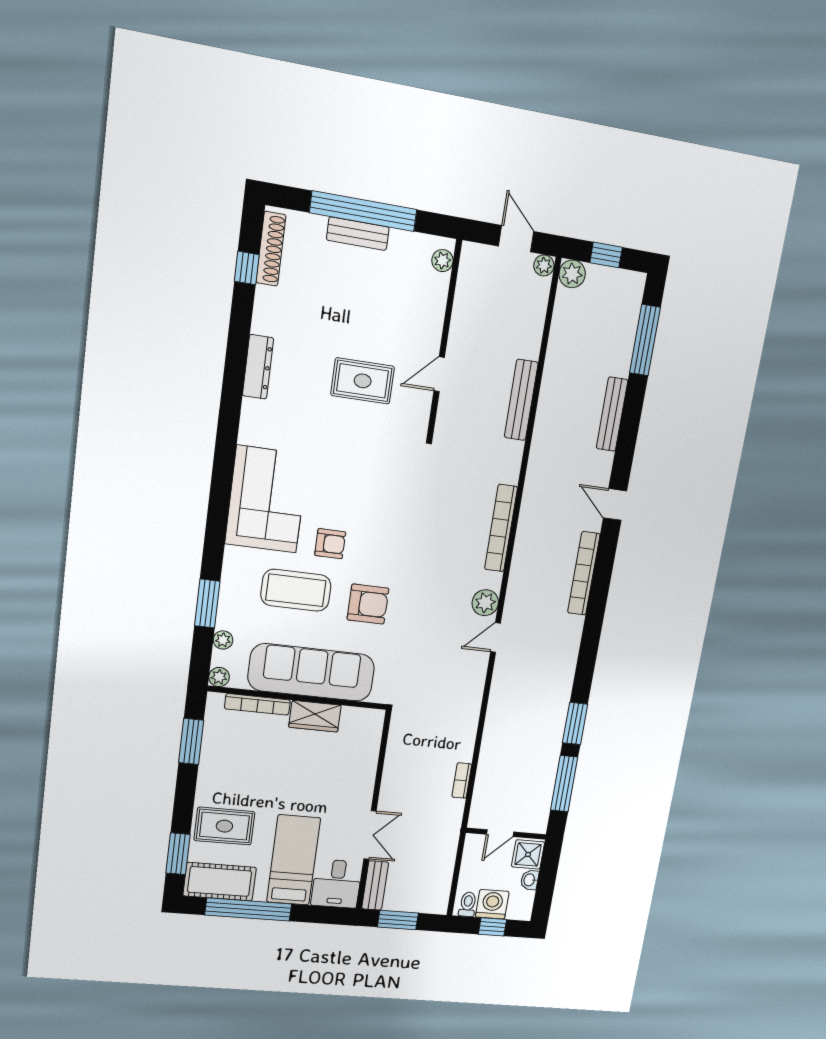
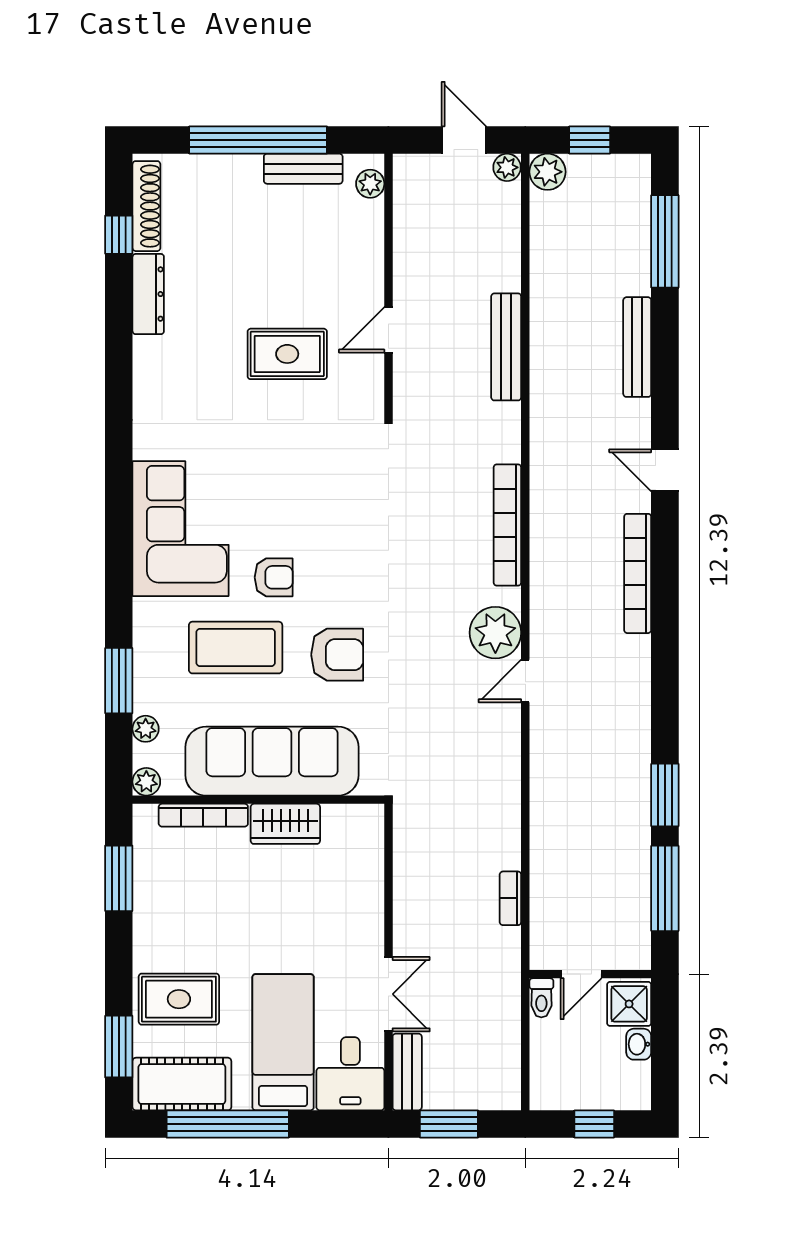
bench: (358, 234) -> (303, 169), moved
dresser: (258, 367) -> (148, 294), moved
plant: (485, 603) -> (495, 633), width x1.36, depth x1.36
toilet: (468, 904) -> (541, 998), moved, turned 180
washing machine: (492, 904) -> (588, 1088), removed

